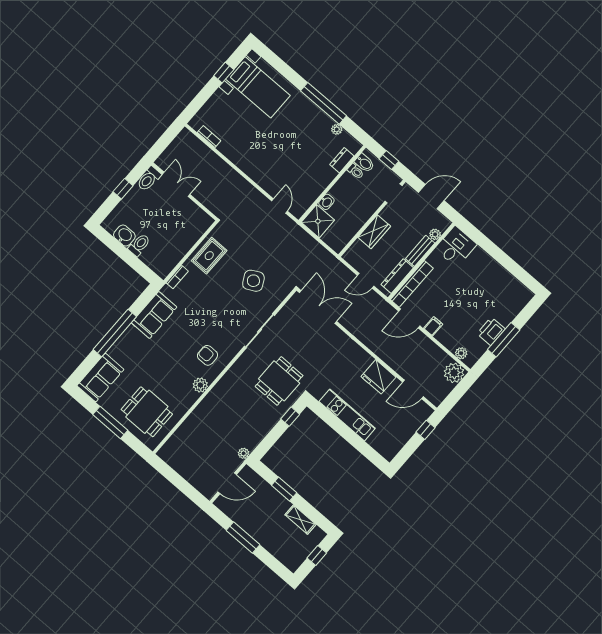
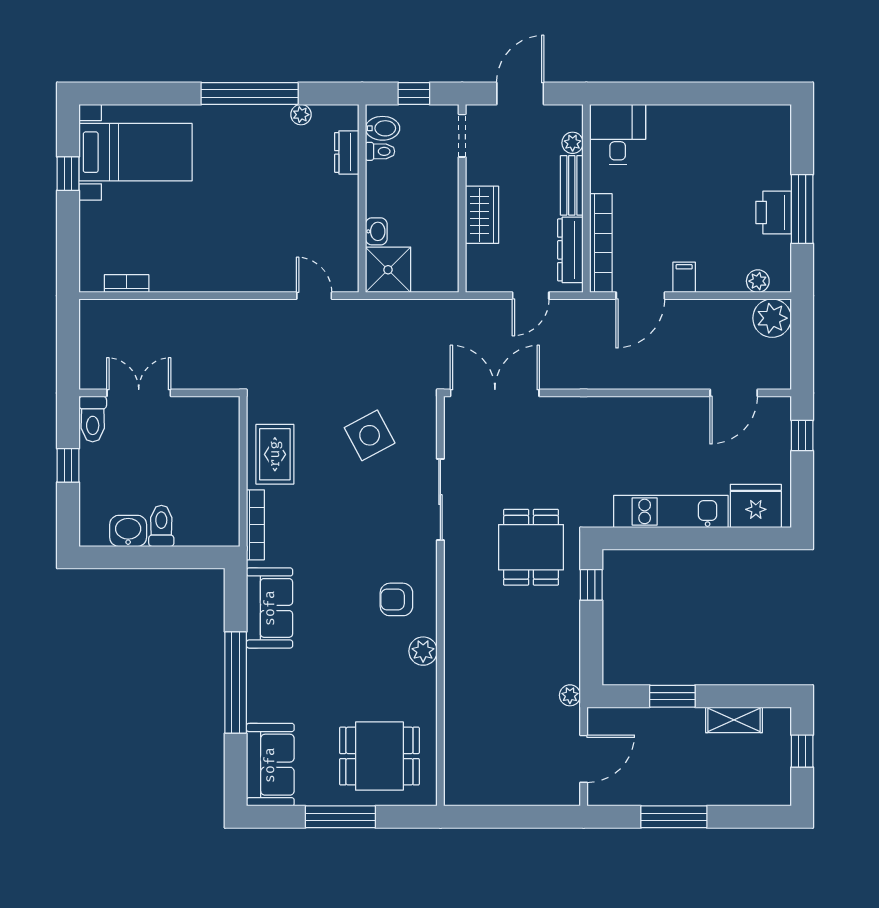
bookcase: (177, 277) -> (255, 525), width x1.56
fridge: (378, 377) -> (756, 506), moved, turned 180

